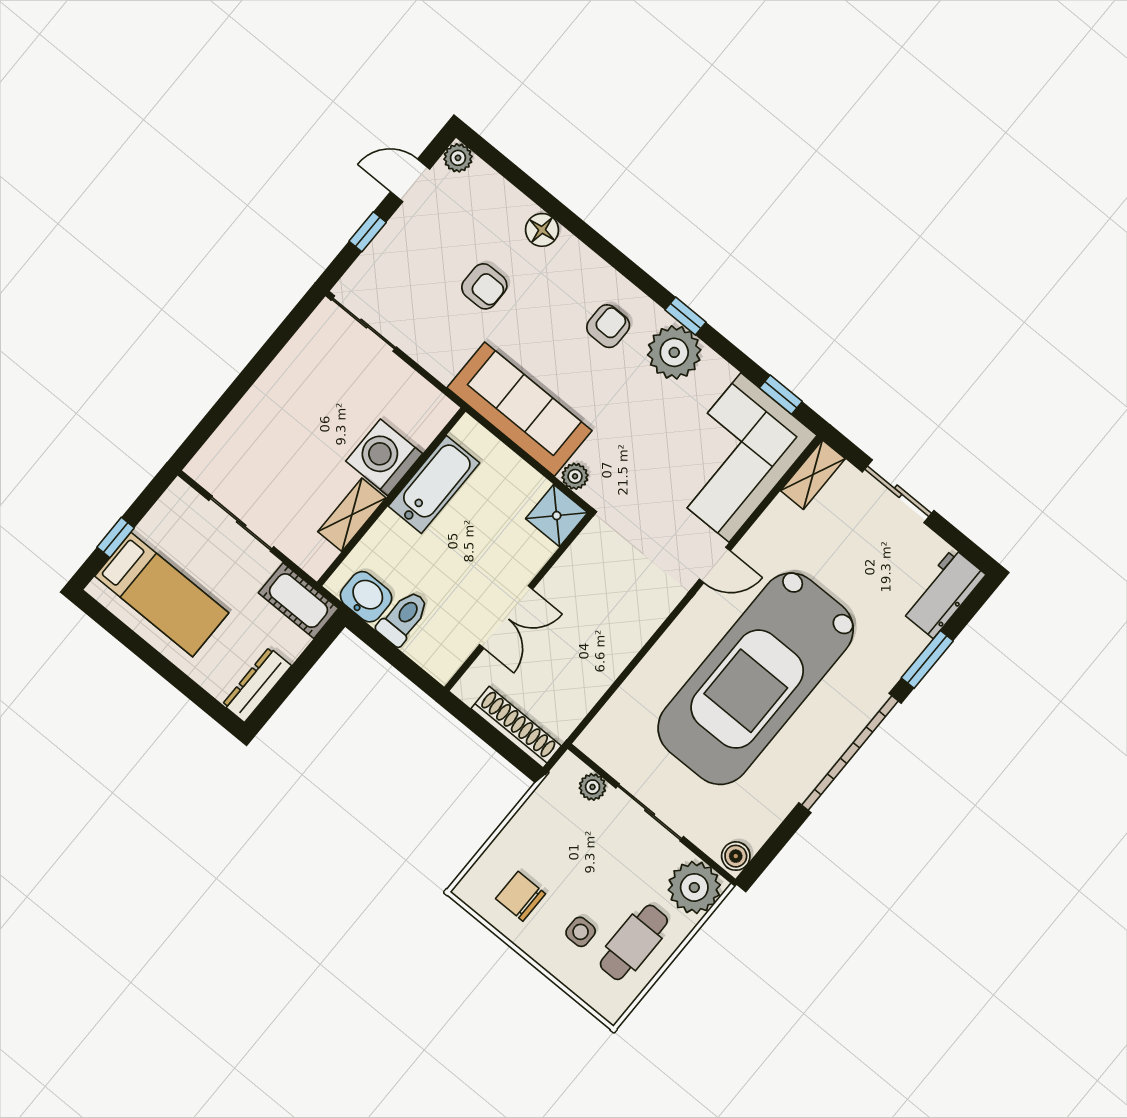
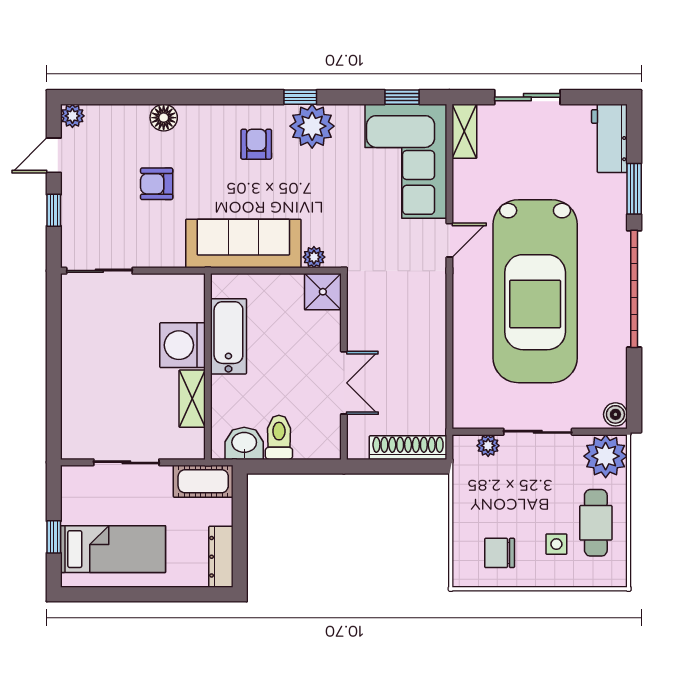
armchair: (484, 286) -> (157, 184), turned 180

